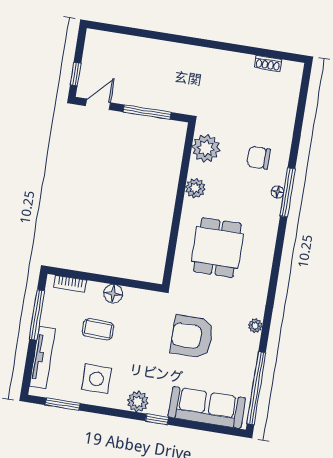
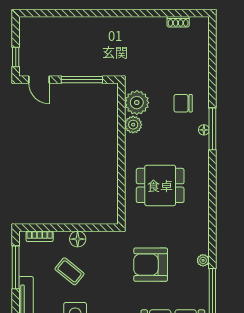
door: (98, 104) -> (39, 80), swing flipped
plant: (195, 188) -> (133, 125), moved
dining table: (217, 248) -> (160, 185), turned 90
plant: (255, 326) -> (203, 260), moved
coffee table: (98, 329) -> (70, 271), turned 38

